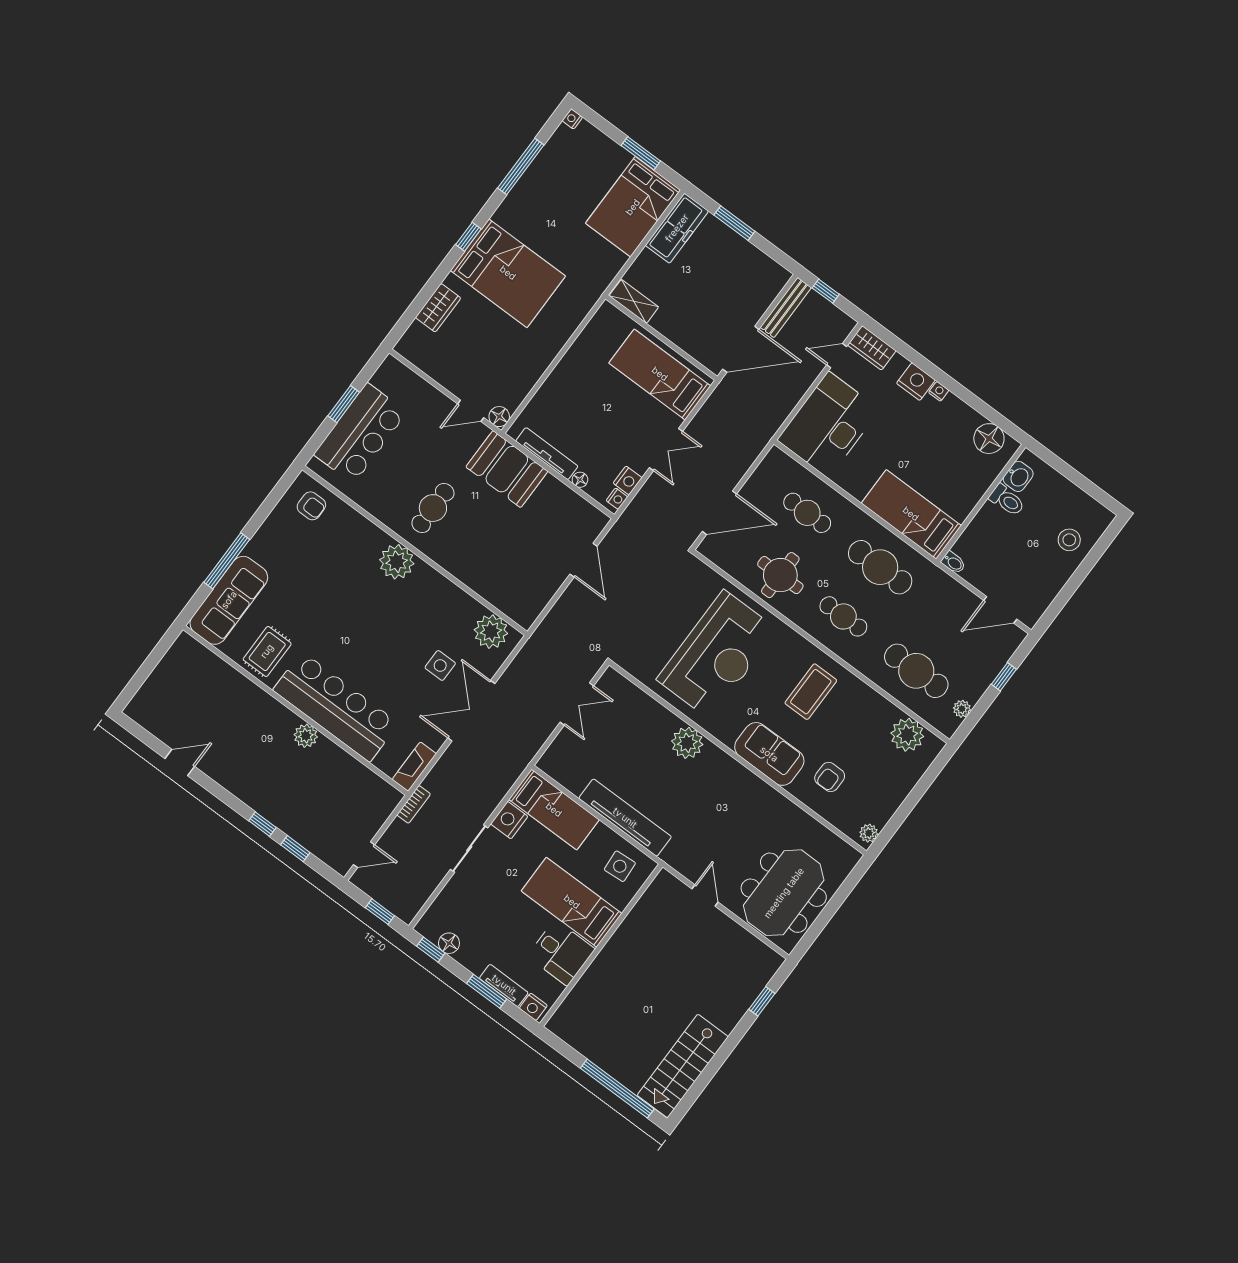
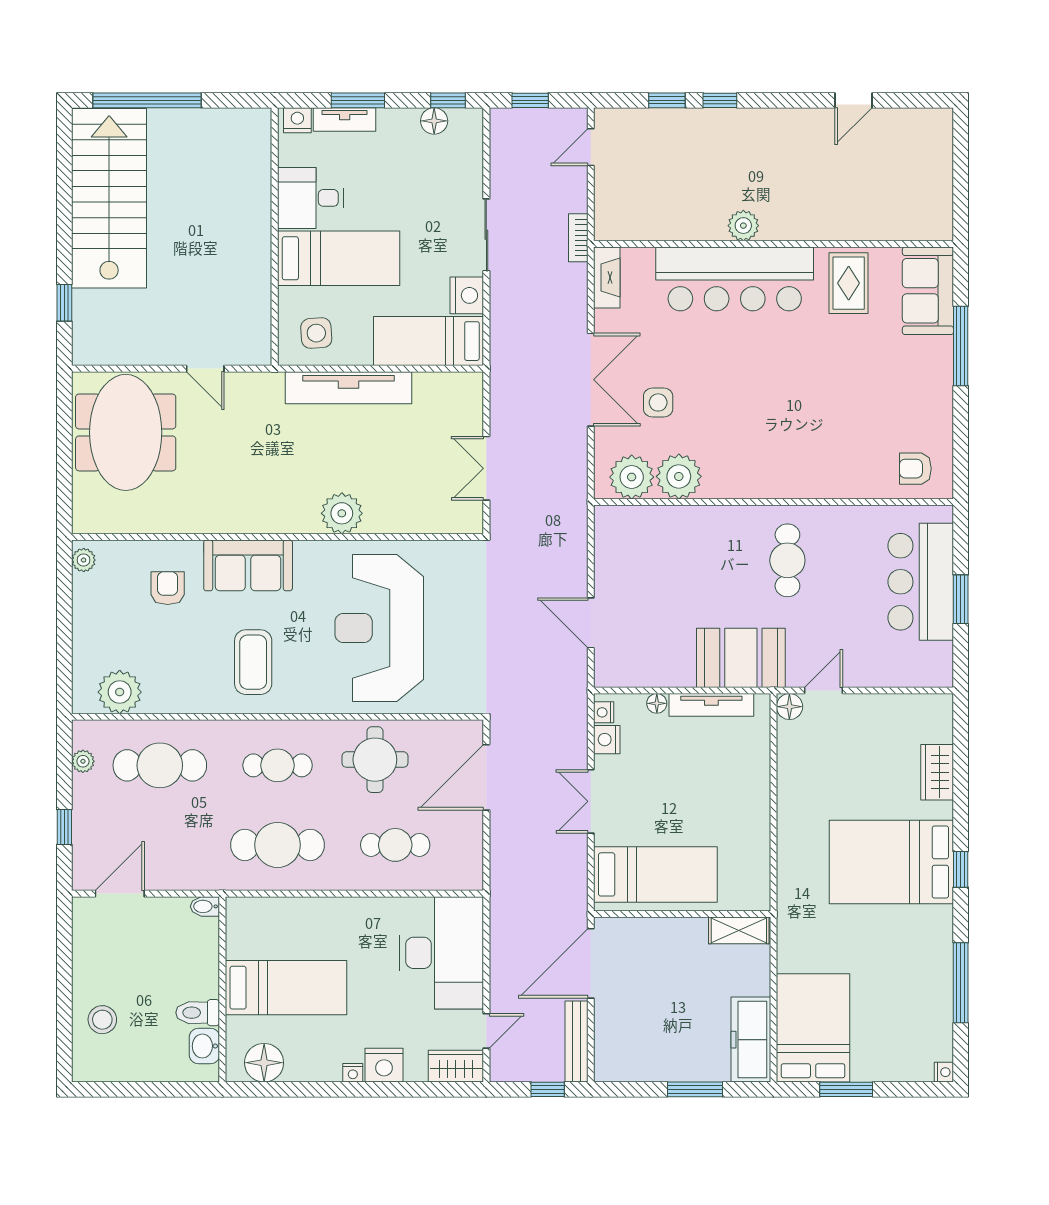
bed: (911, 514) -> (286, 988), moved
plant: (397, 562) -> (679, 476), moved
sofa: (229, 600) -> (928, 291), width x0.73
stairs: (683, 1066) -> (109, 198), width x1.36, depth x1.51

